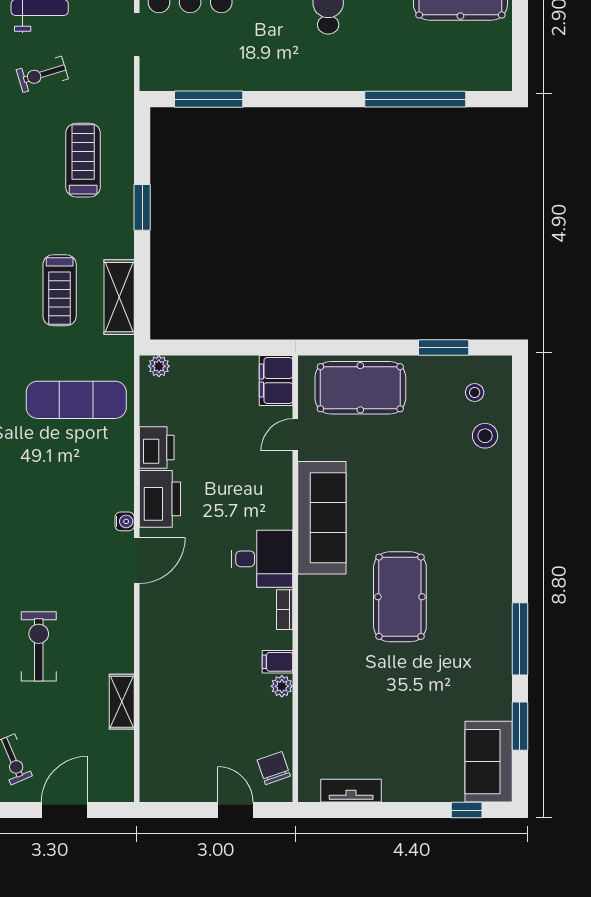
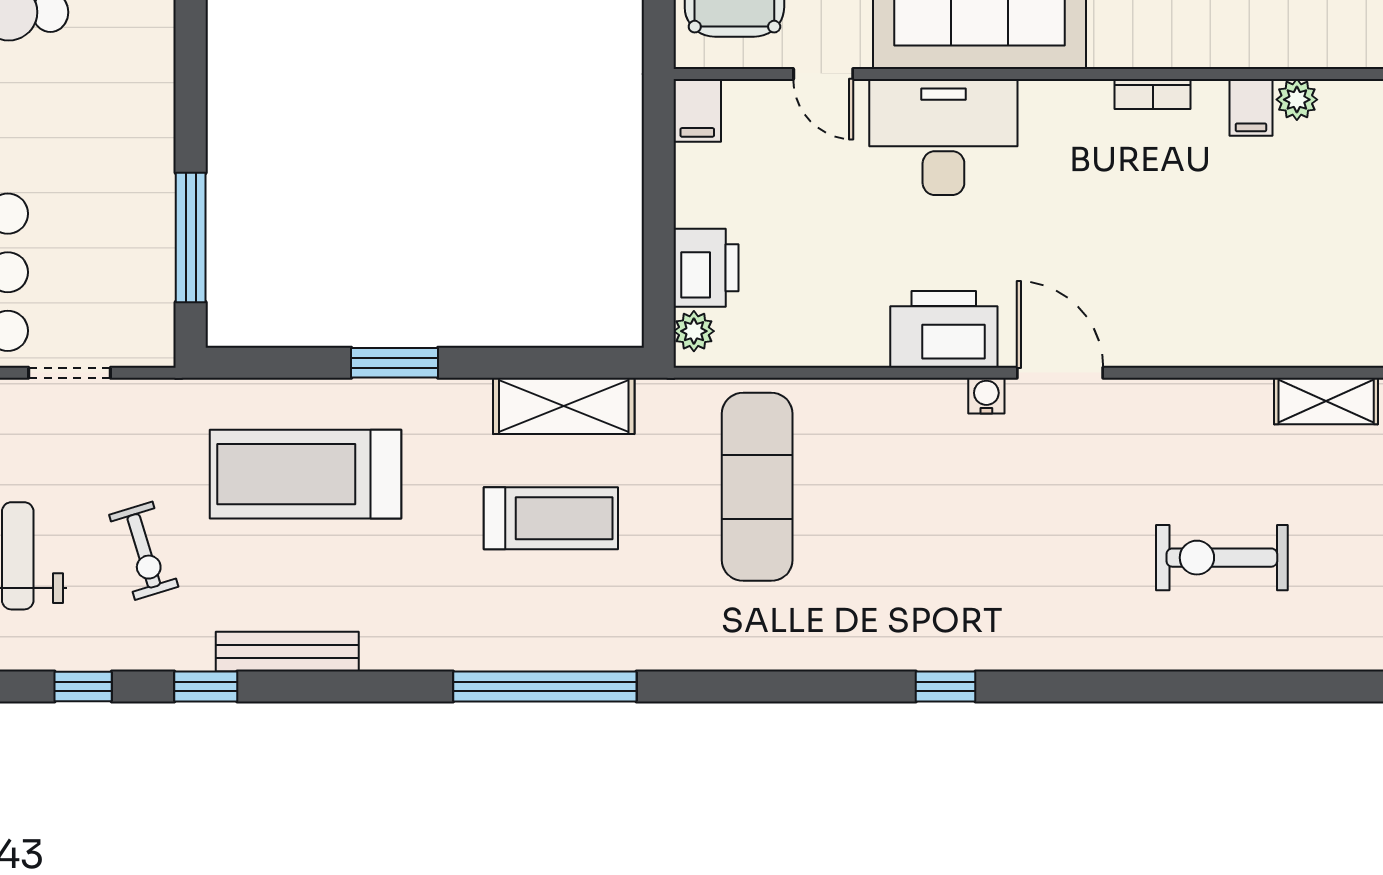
treadmill: (83, 160) -> (305, 474), width x1.37, depth x1.38
filing cabinet: (276, 381) -> (697, 110), width x0.50
printer: (157, 448) -> (706, 268), moved, turned 90
desk: (262, 559) -> (943, 137), moved, width x1.37

